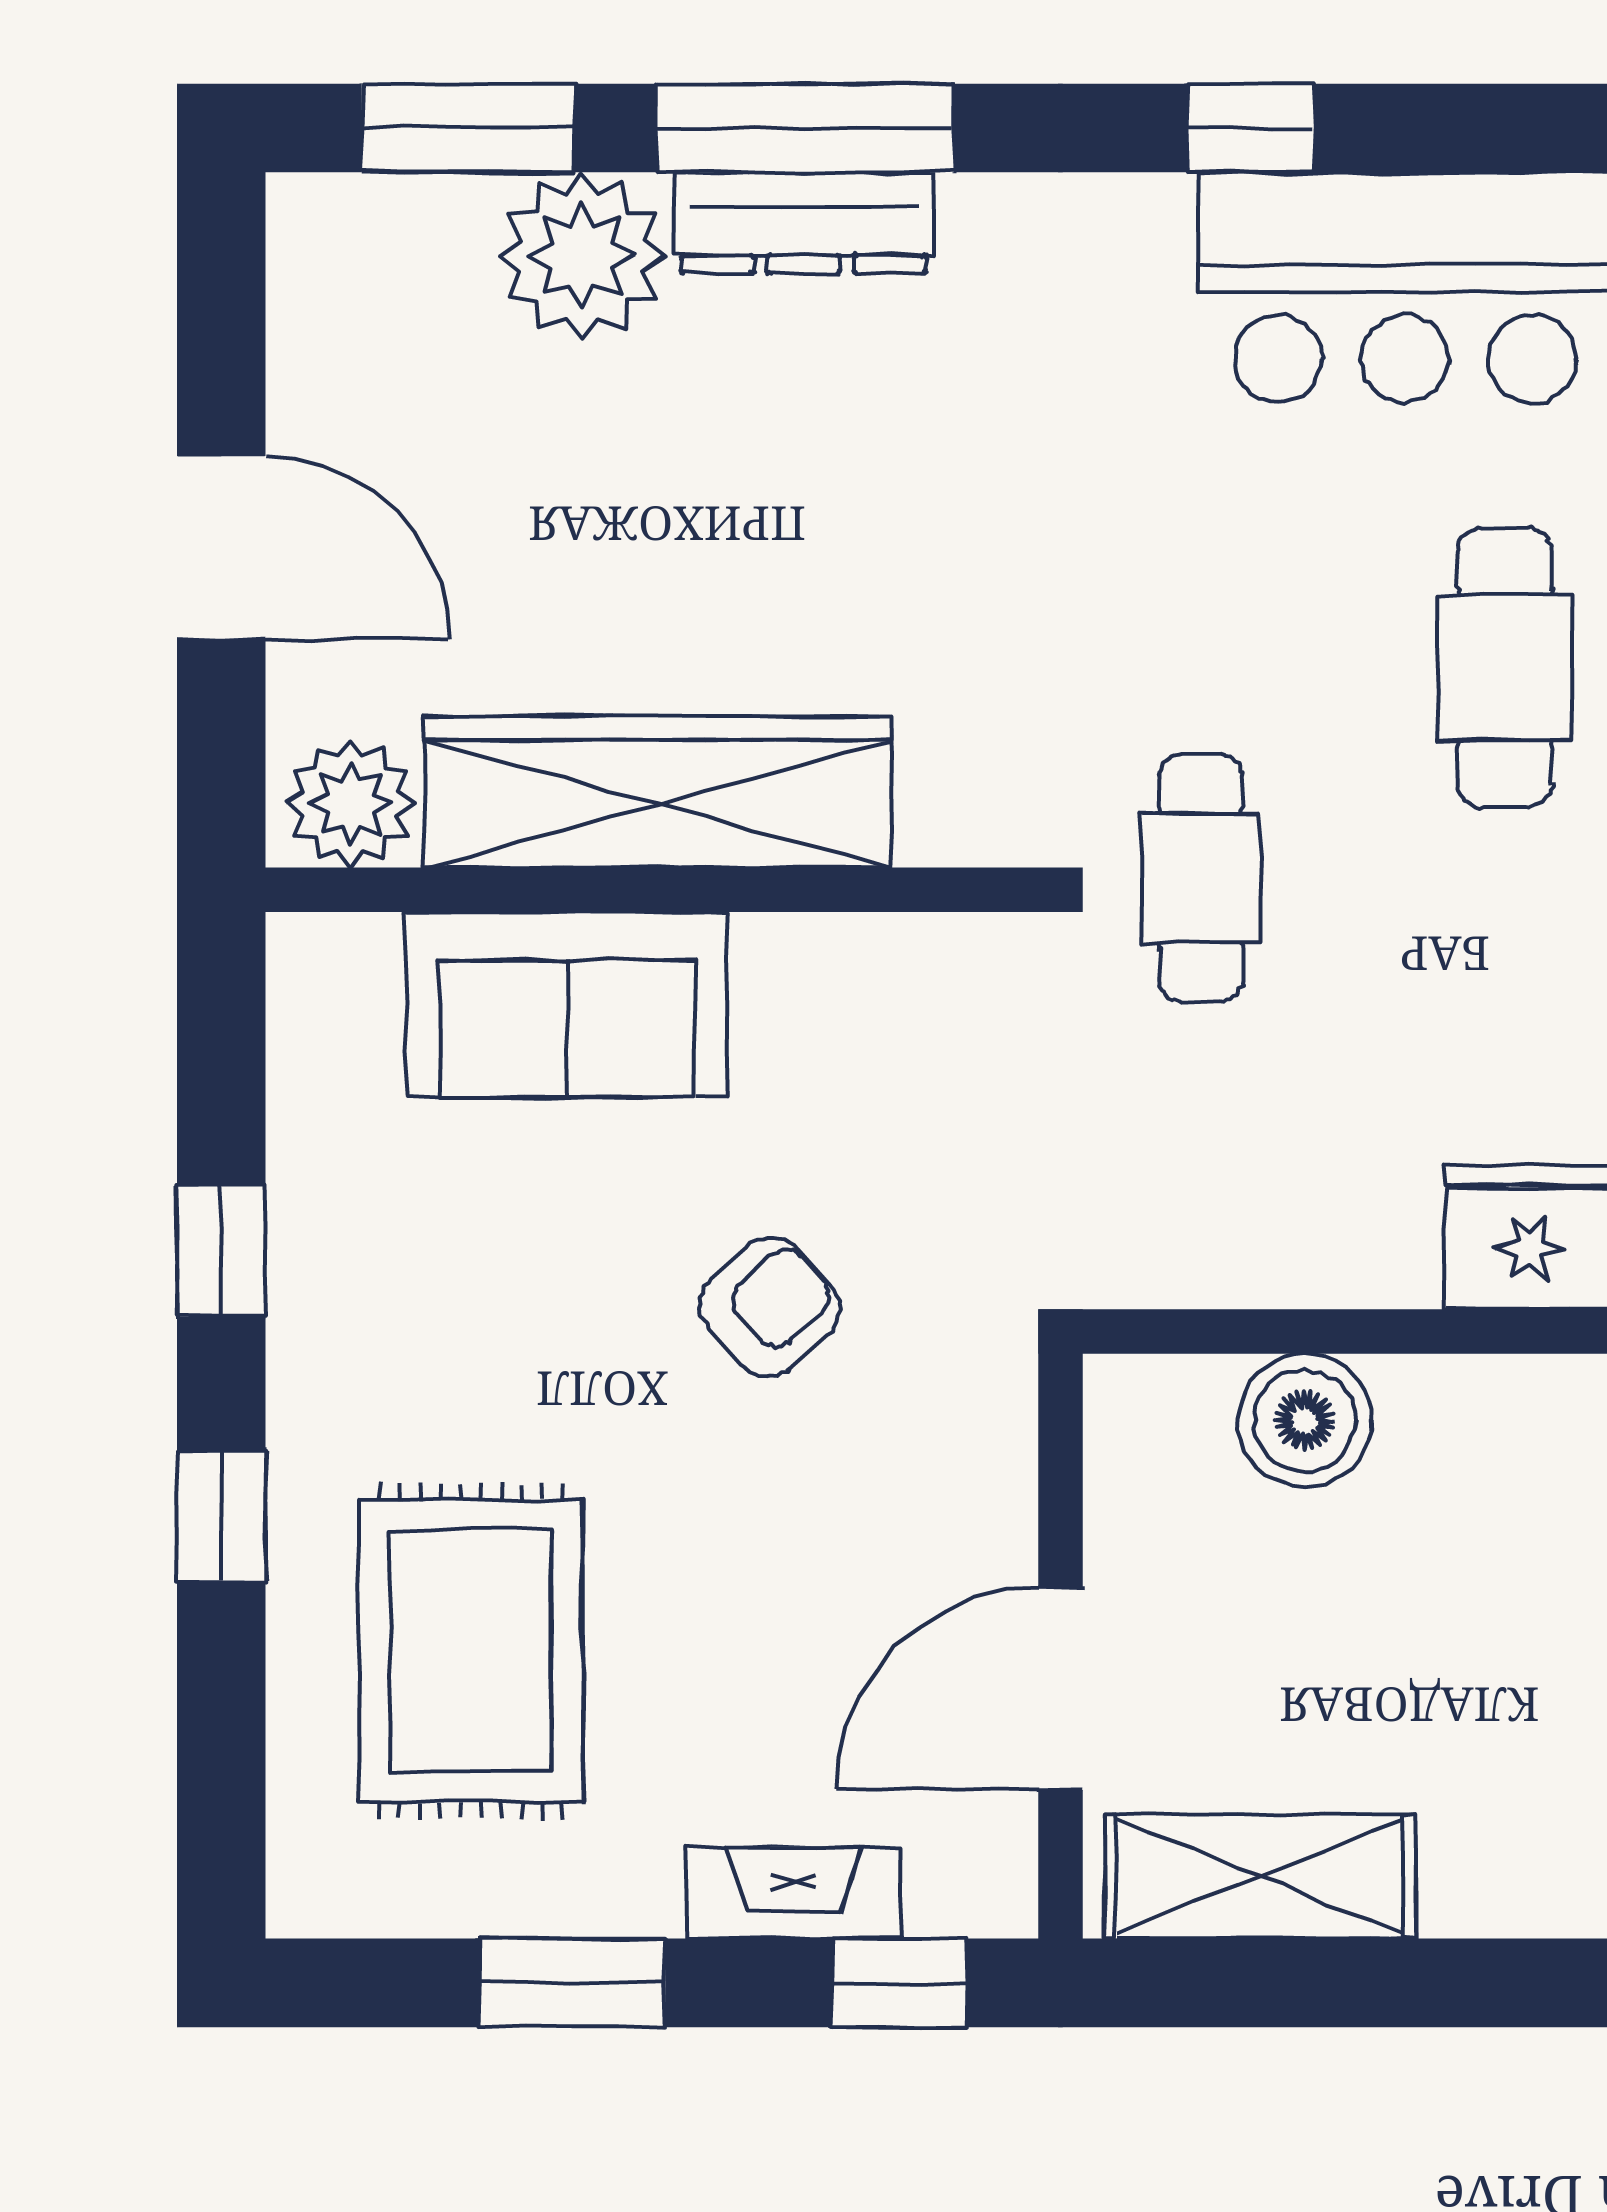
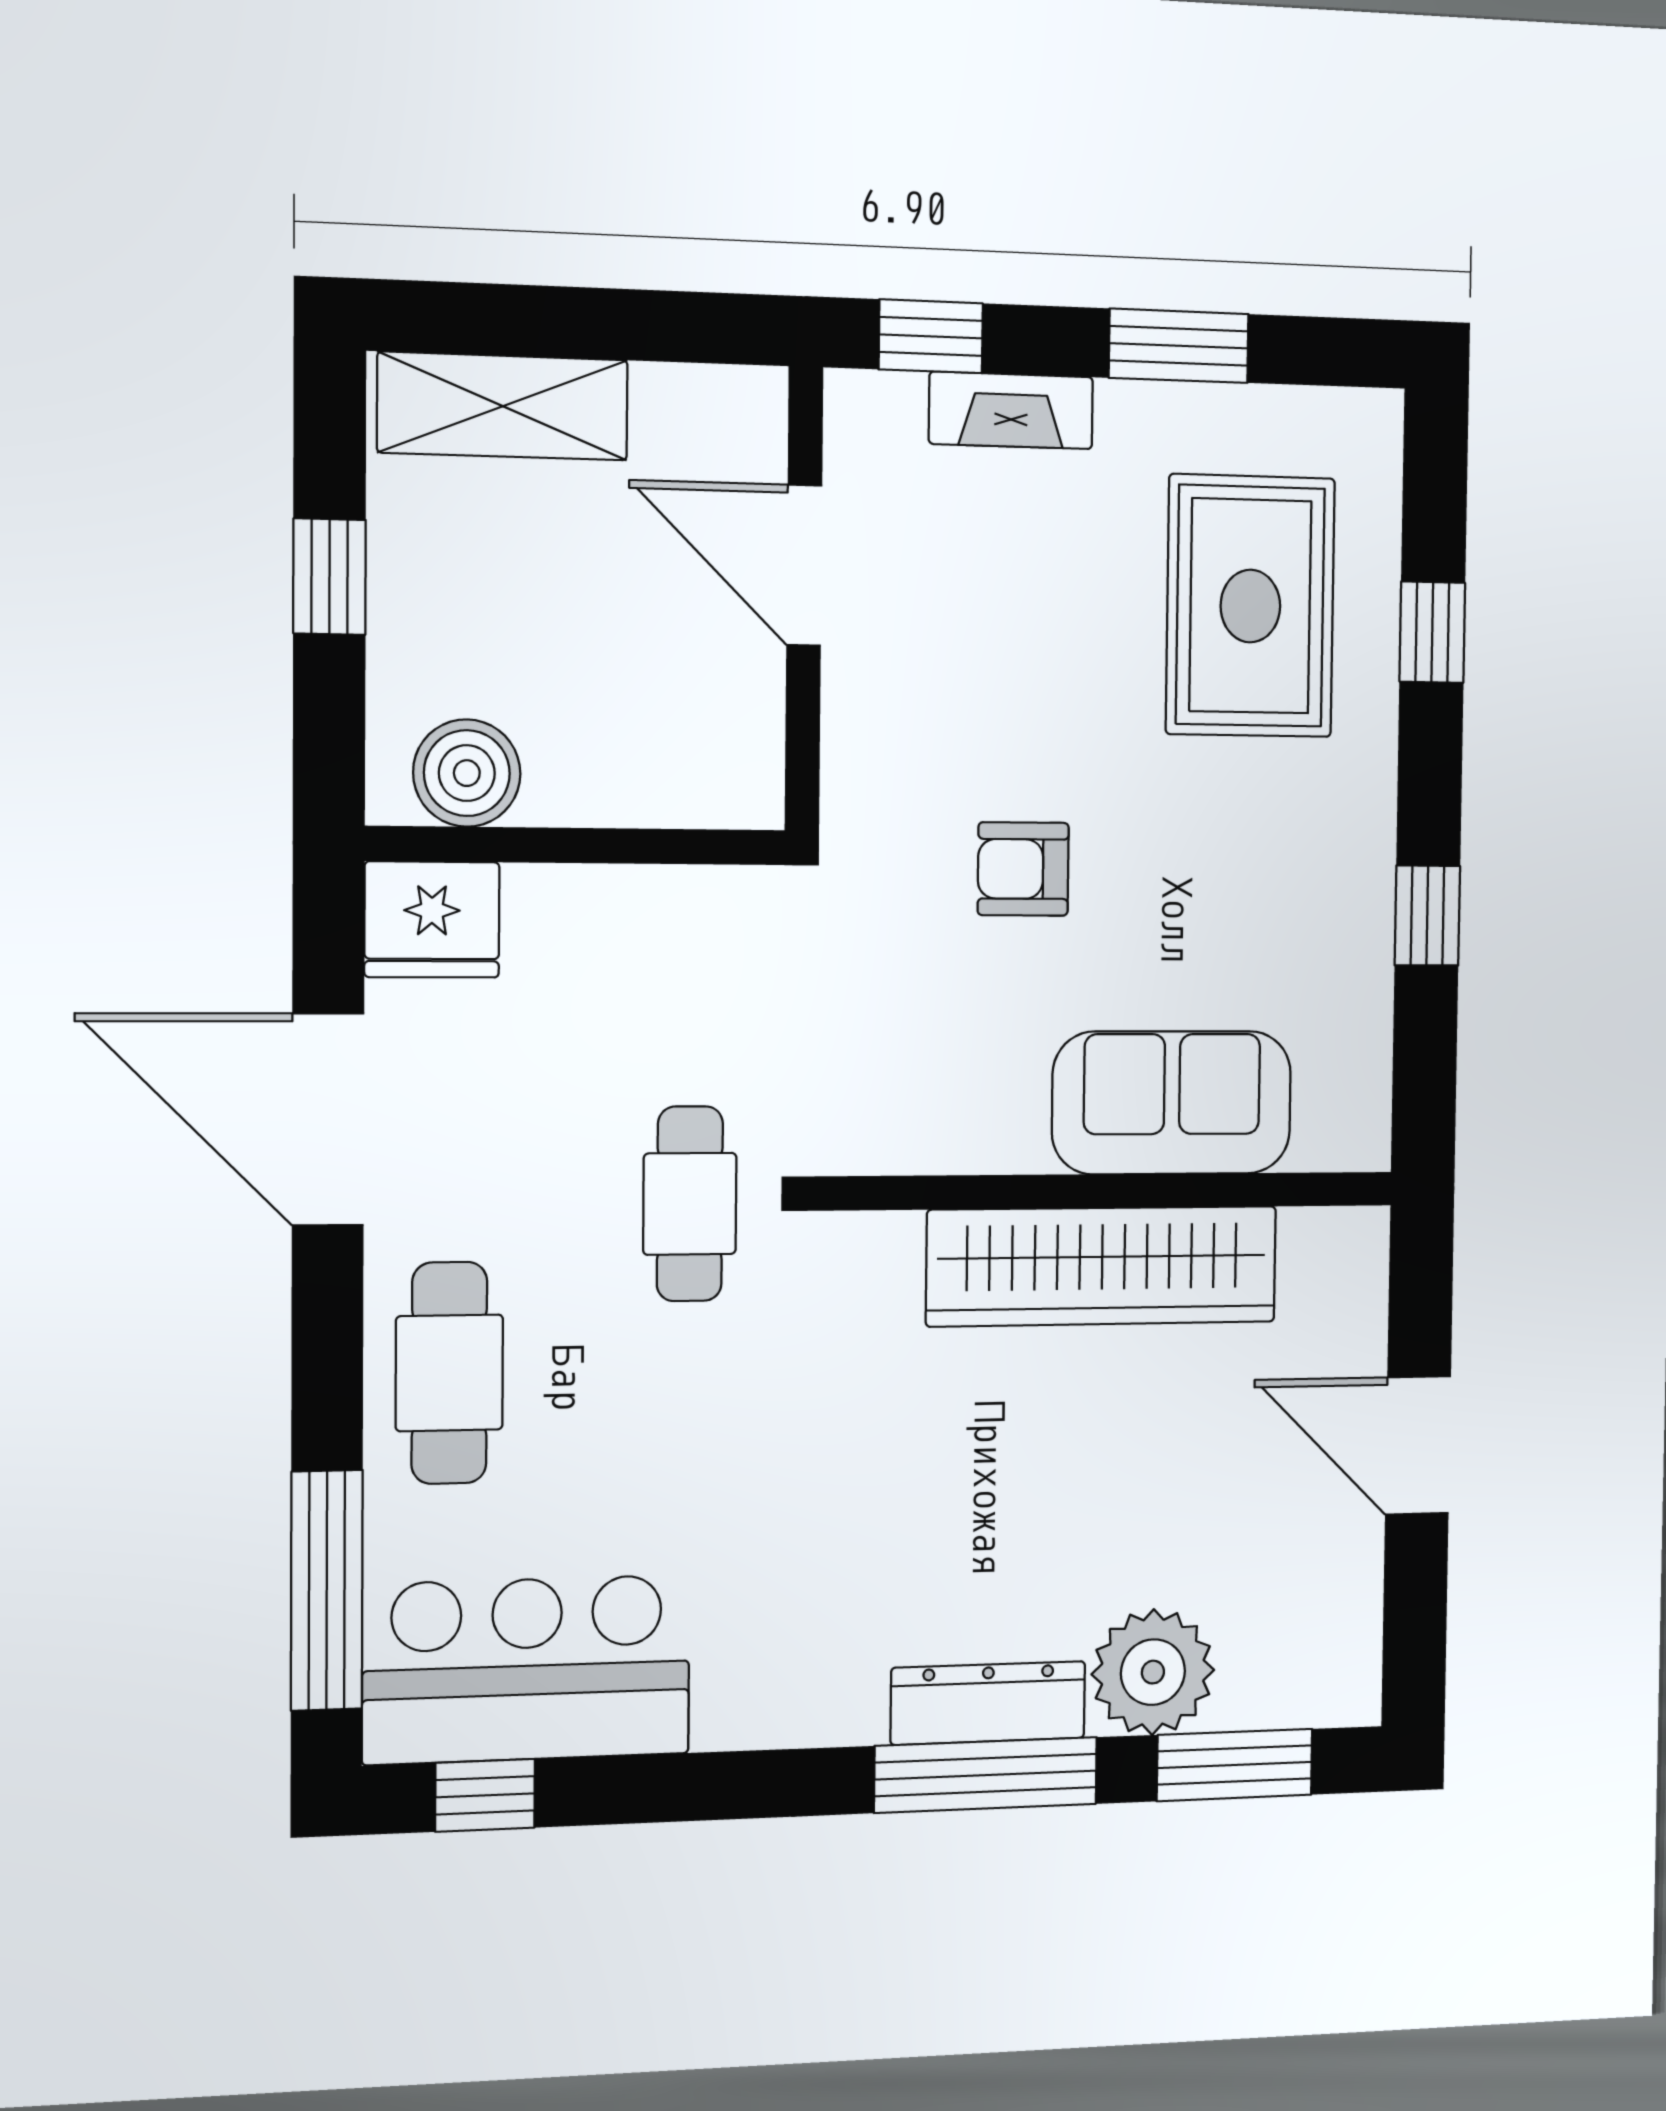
window: (1251, 128) -> (485, 1795), moved
plant: (351, 803) -> (1328, 1255), removed
armchair: (770, 1307) -> (1023, 869), turned 42
boiler: (1305, 1420) -> (467, 773), moved
window: (221, 1516) -> (1432, 632), moved
door: (1060, 1689) -> (804, 565), swing flipped
shelving: (1260, 1876) -> (503, 406), moved

